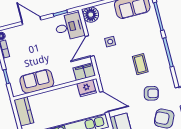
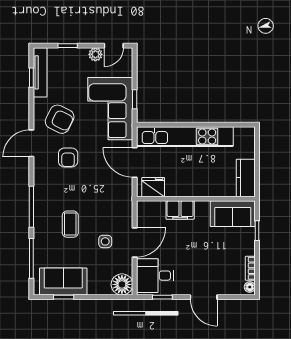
coffee table: (140, 64) -> (70, 224), moved
filing cabinet: (84, 72) -> (180, 210), moved
sofa: (37, 81) -> (233, 214), moved
armchair: (151, 93) -> (68, 157), turned -104

